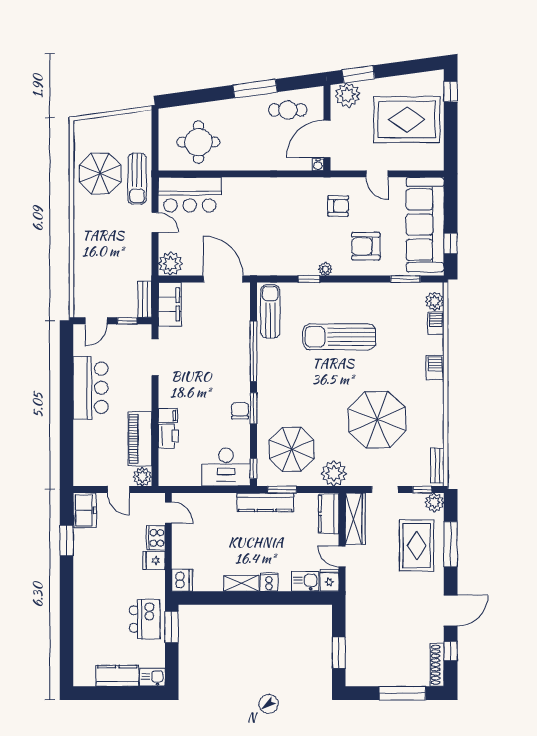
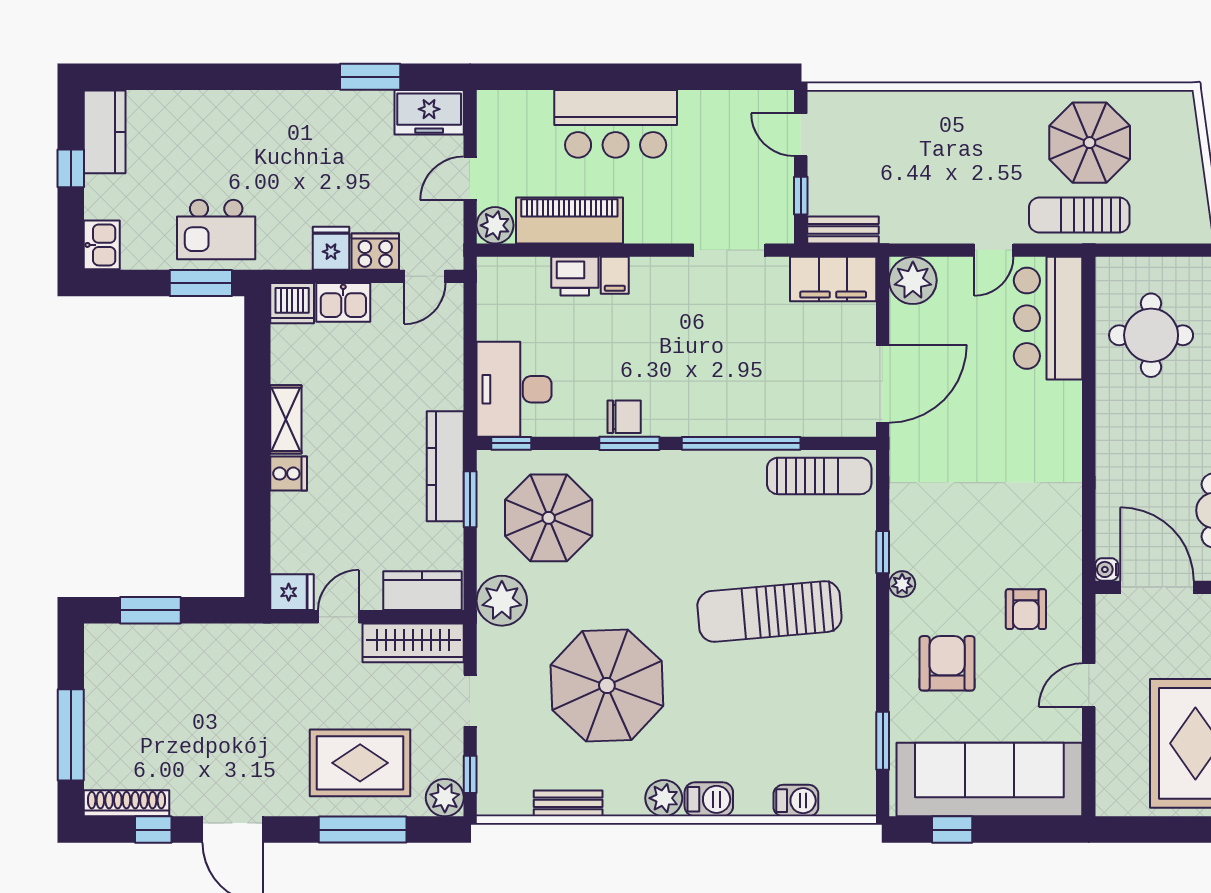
plant: (435, 301) -> (664, 798), moved
sun lounger: (339, 337) -> (769, 611), turned -95
bar counter: (91, 388) -> (616, 124), moved
bench: (437, 466) -> (568, 803), moved
kitchen sink: (305, 581) -> (343, 302), moved, turned 90
kitchen counter: (117, 676) -> (105, 132), moved
window: (113, 693) -> (71, 168), added

